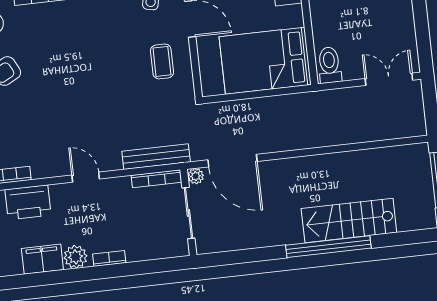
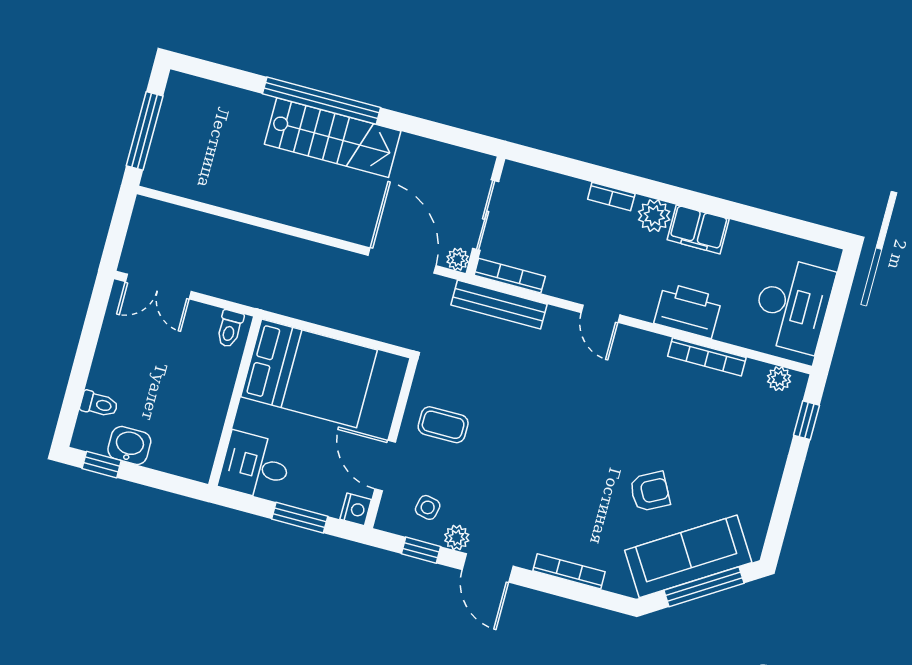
coffee table: (162, 61) -> (443, 425), turned 90
toilet: (329, 65) -> (230, 329), width x0.73, depth x0.72
stairs: (349, 220) -> (333, 138), moved

